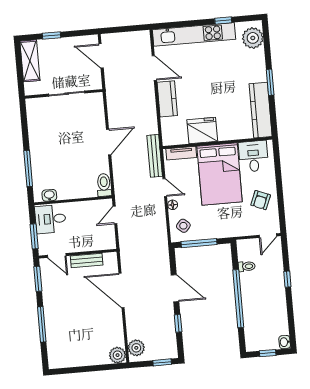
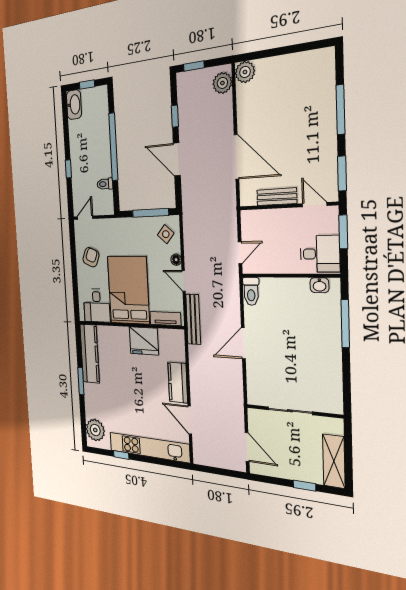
washbasin: (285, 342) -> (74, 105), width x1.91, depth x1.45

